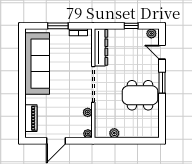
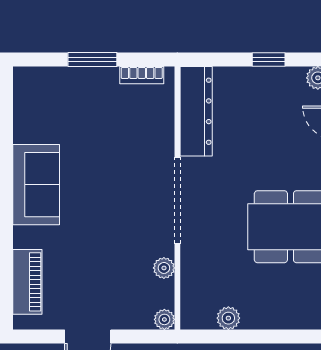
sofa: (37, 64) -> (36, 185), width x0.54, depth x0.79

